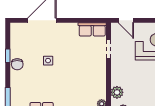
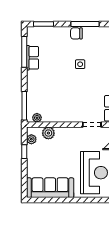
window: (8, 56) -> (85, 24), width x2.17

